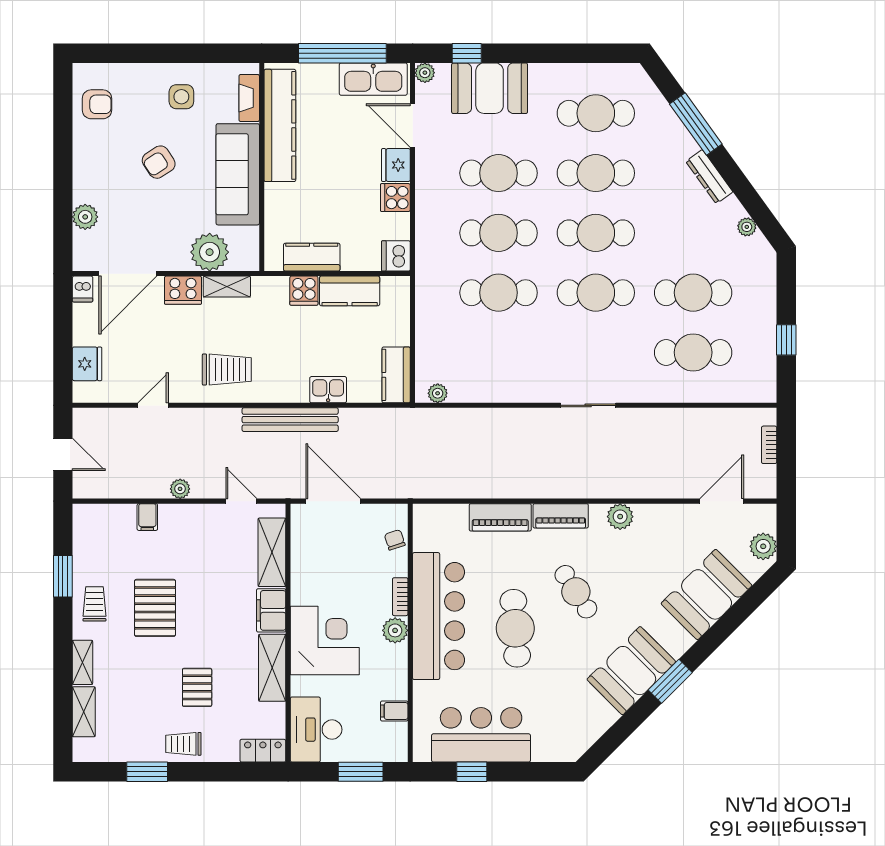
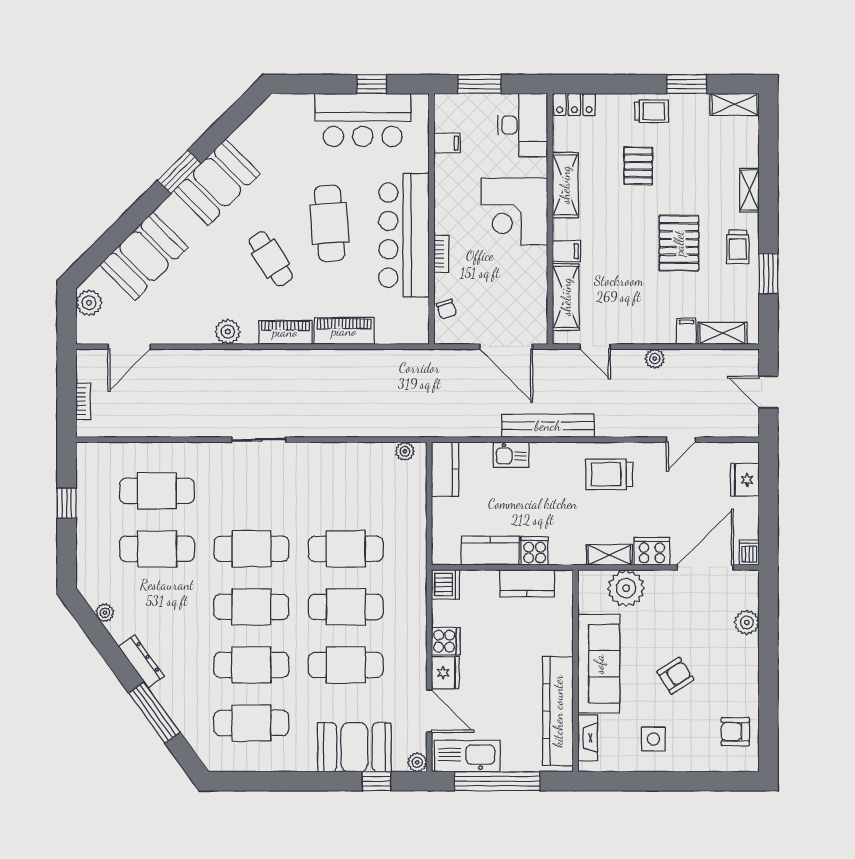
shelving: (110, 515) -> (722, 333), added
filing cabinet: (271, 610) -> (566, 251), width x0.50
plant: (395, 630) -> (446, 221), removed
shelving: (84, 712) -> (735, 104), moved, turned 90

